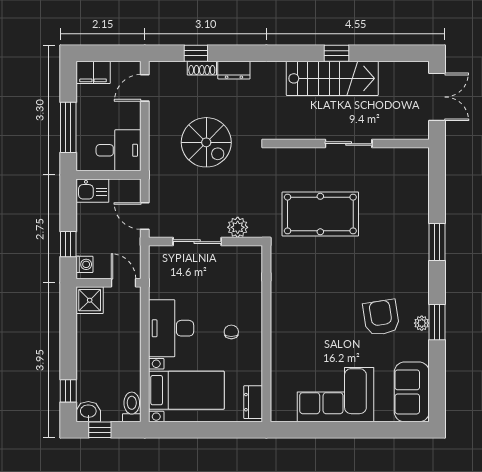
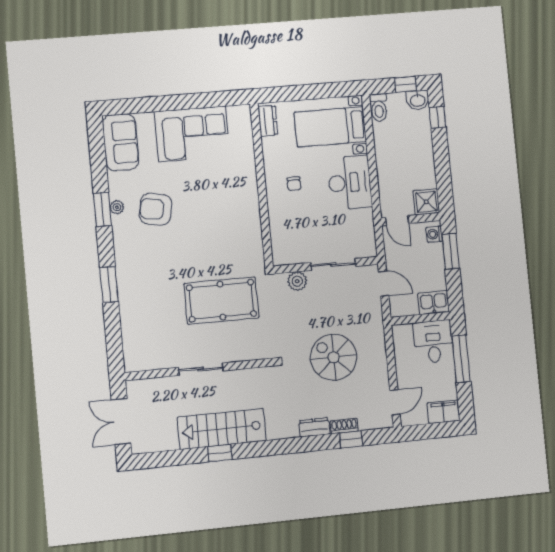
desk: (119, 150) -> (433, 342), moved, turned 90
window: (68, 244) -> (451, 251), width x1.50
armchair: (381, 317) -> (156, 209), turned 109

